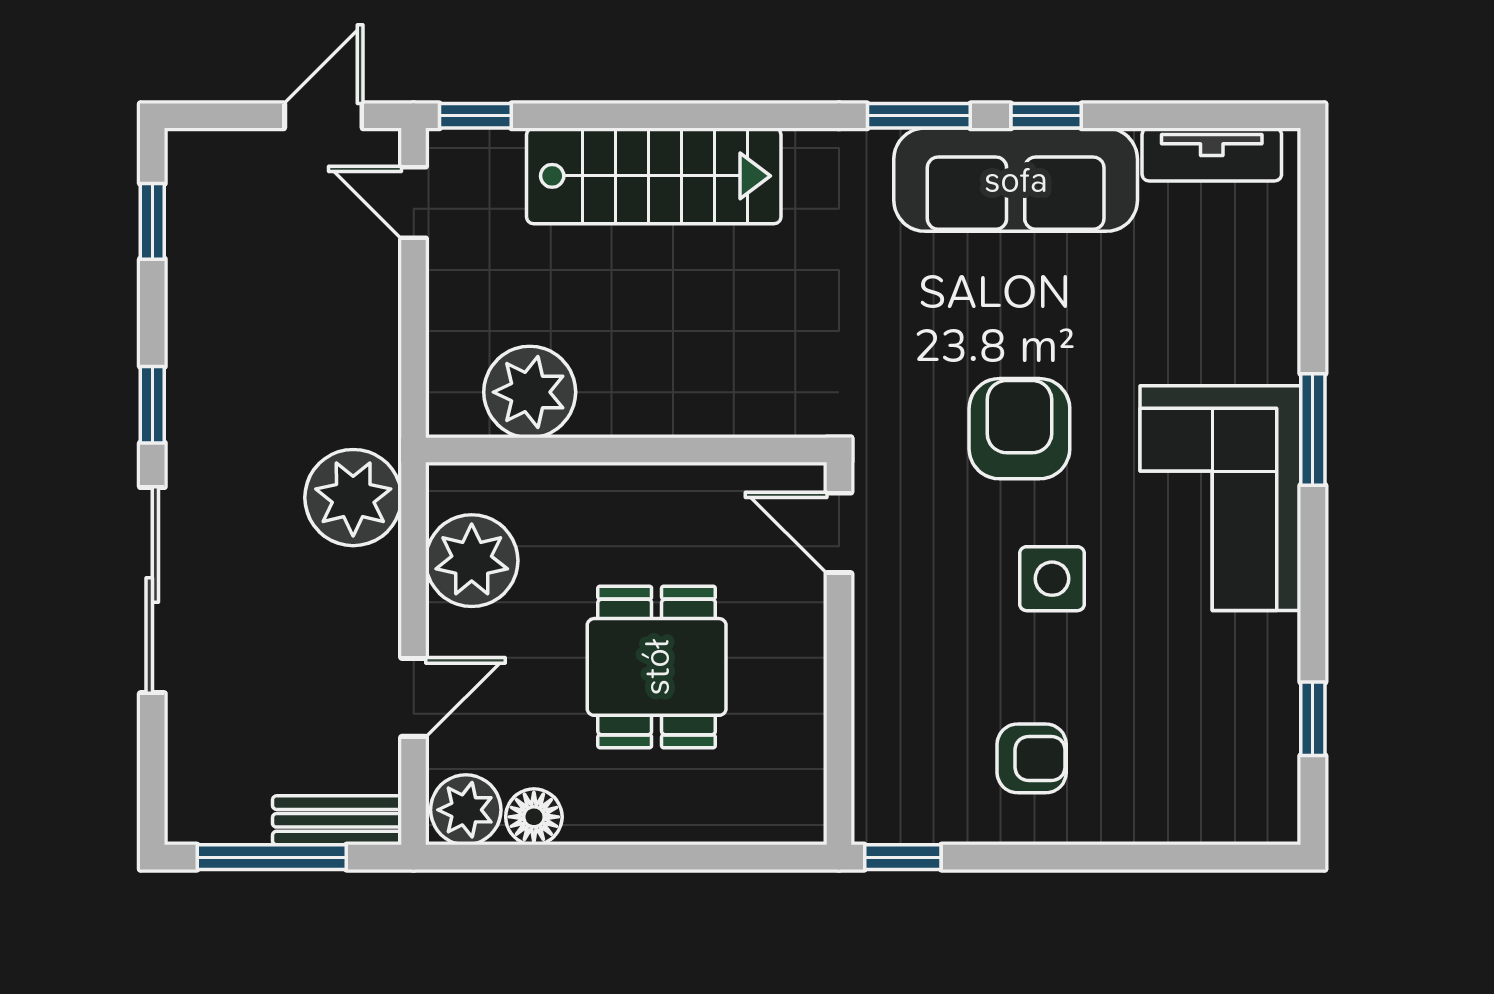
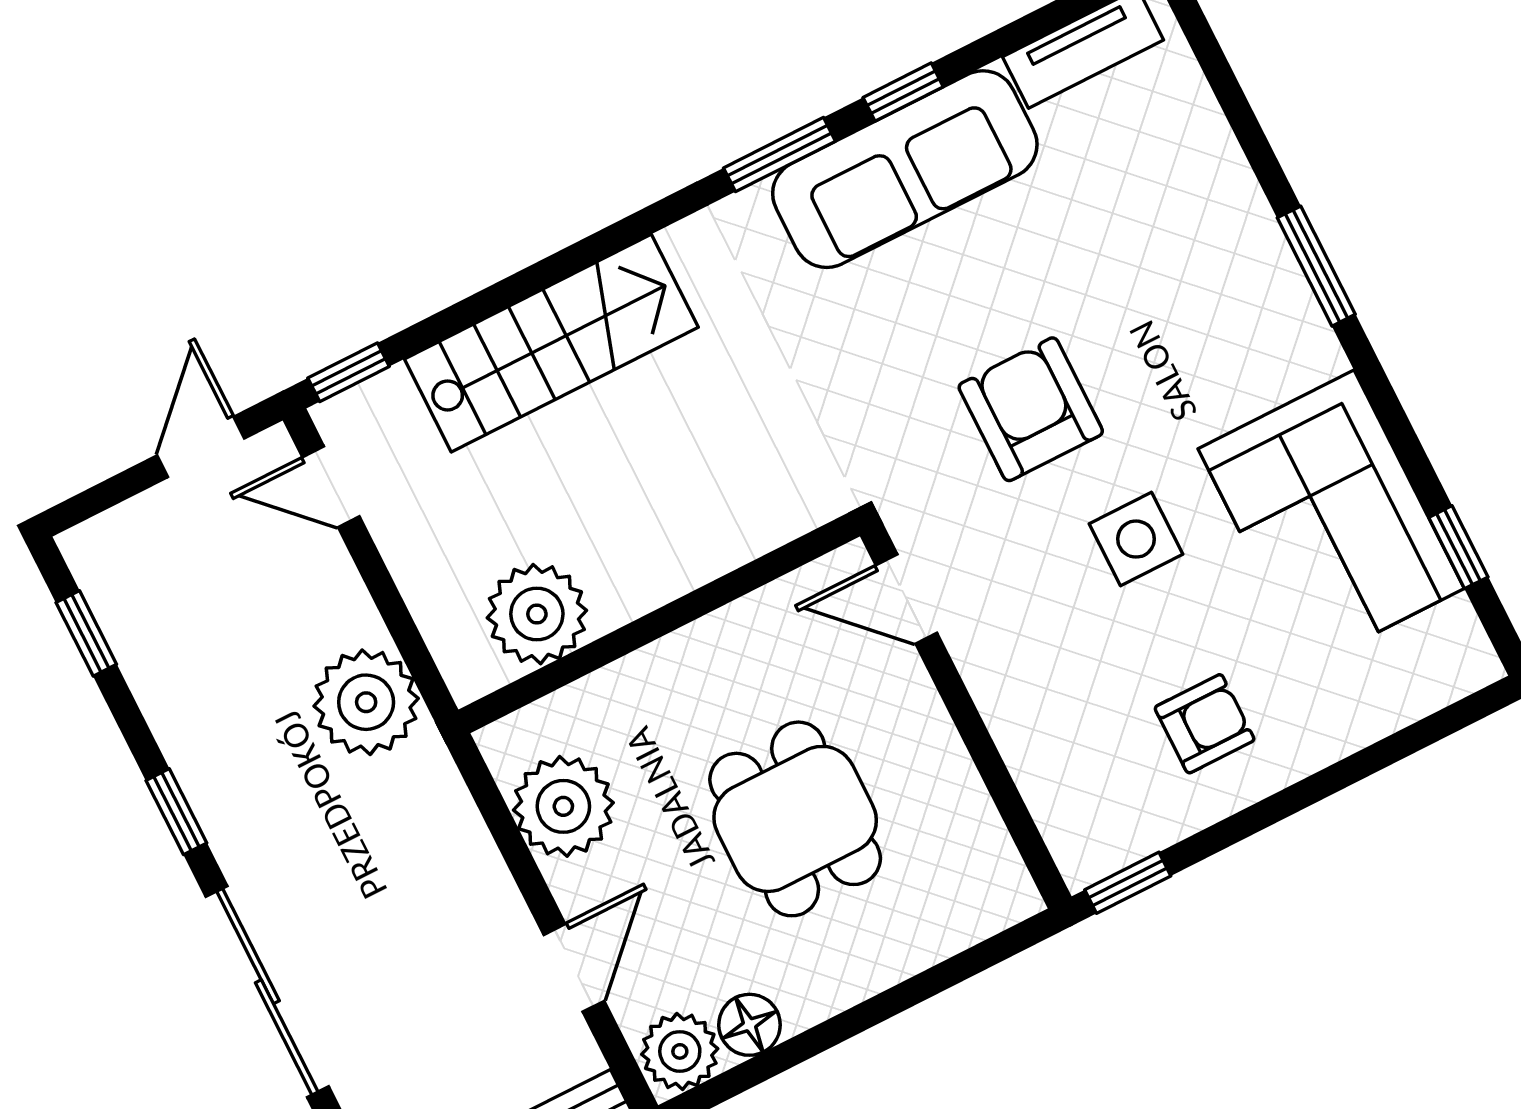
plant: (353, 498) -> (366, 702), moved
corner sofa: (1220, 498) -> (1331, 519), moved

